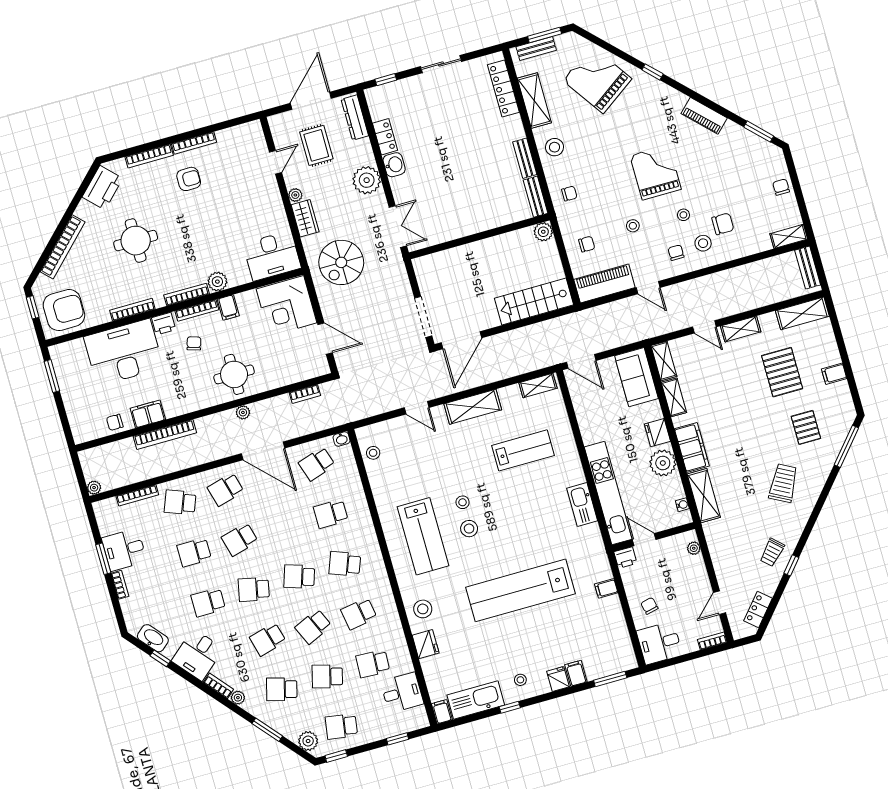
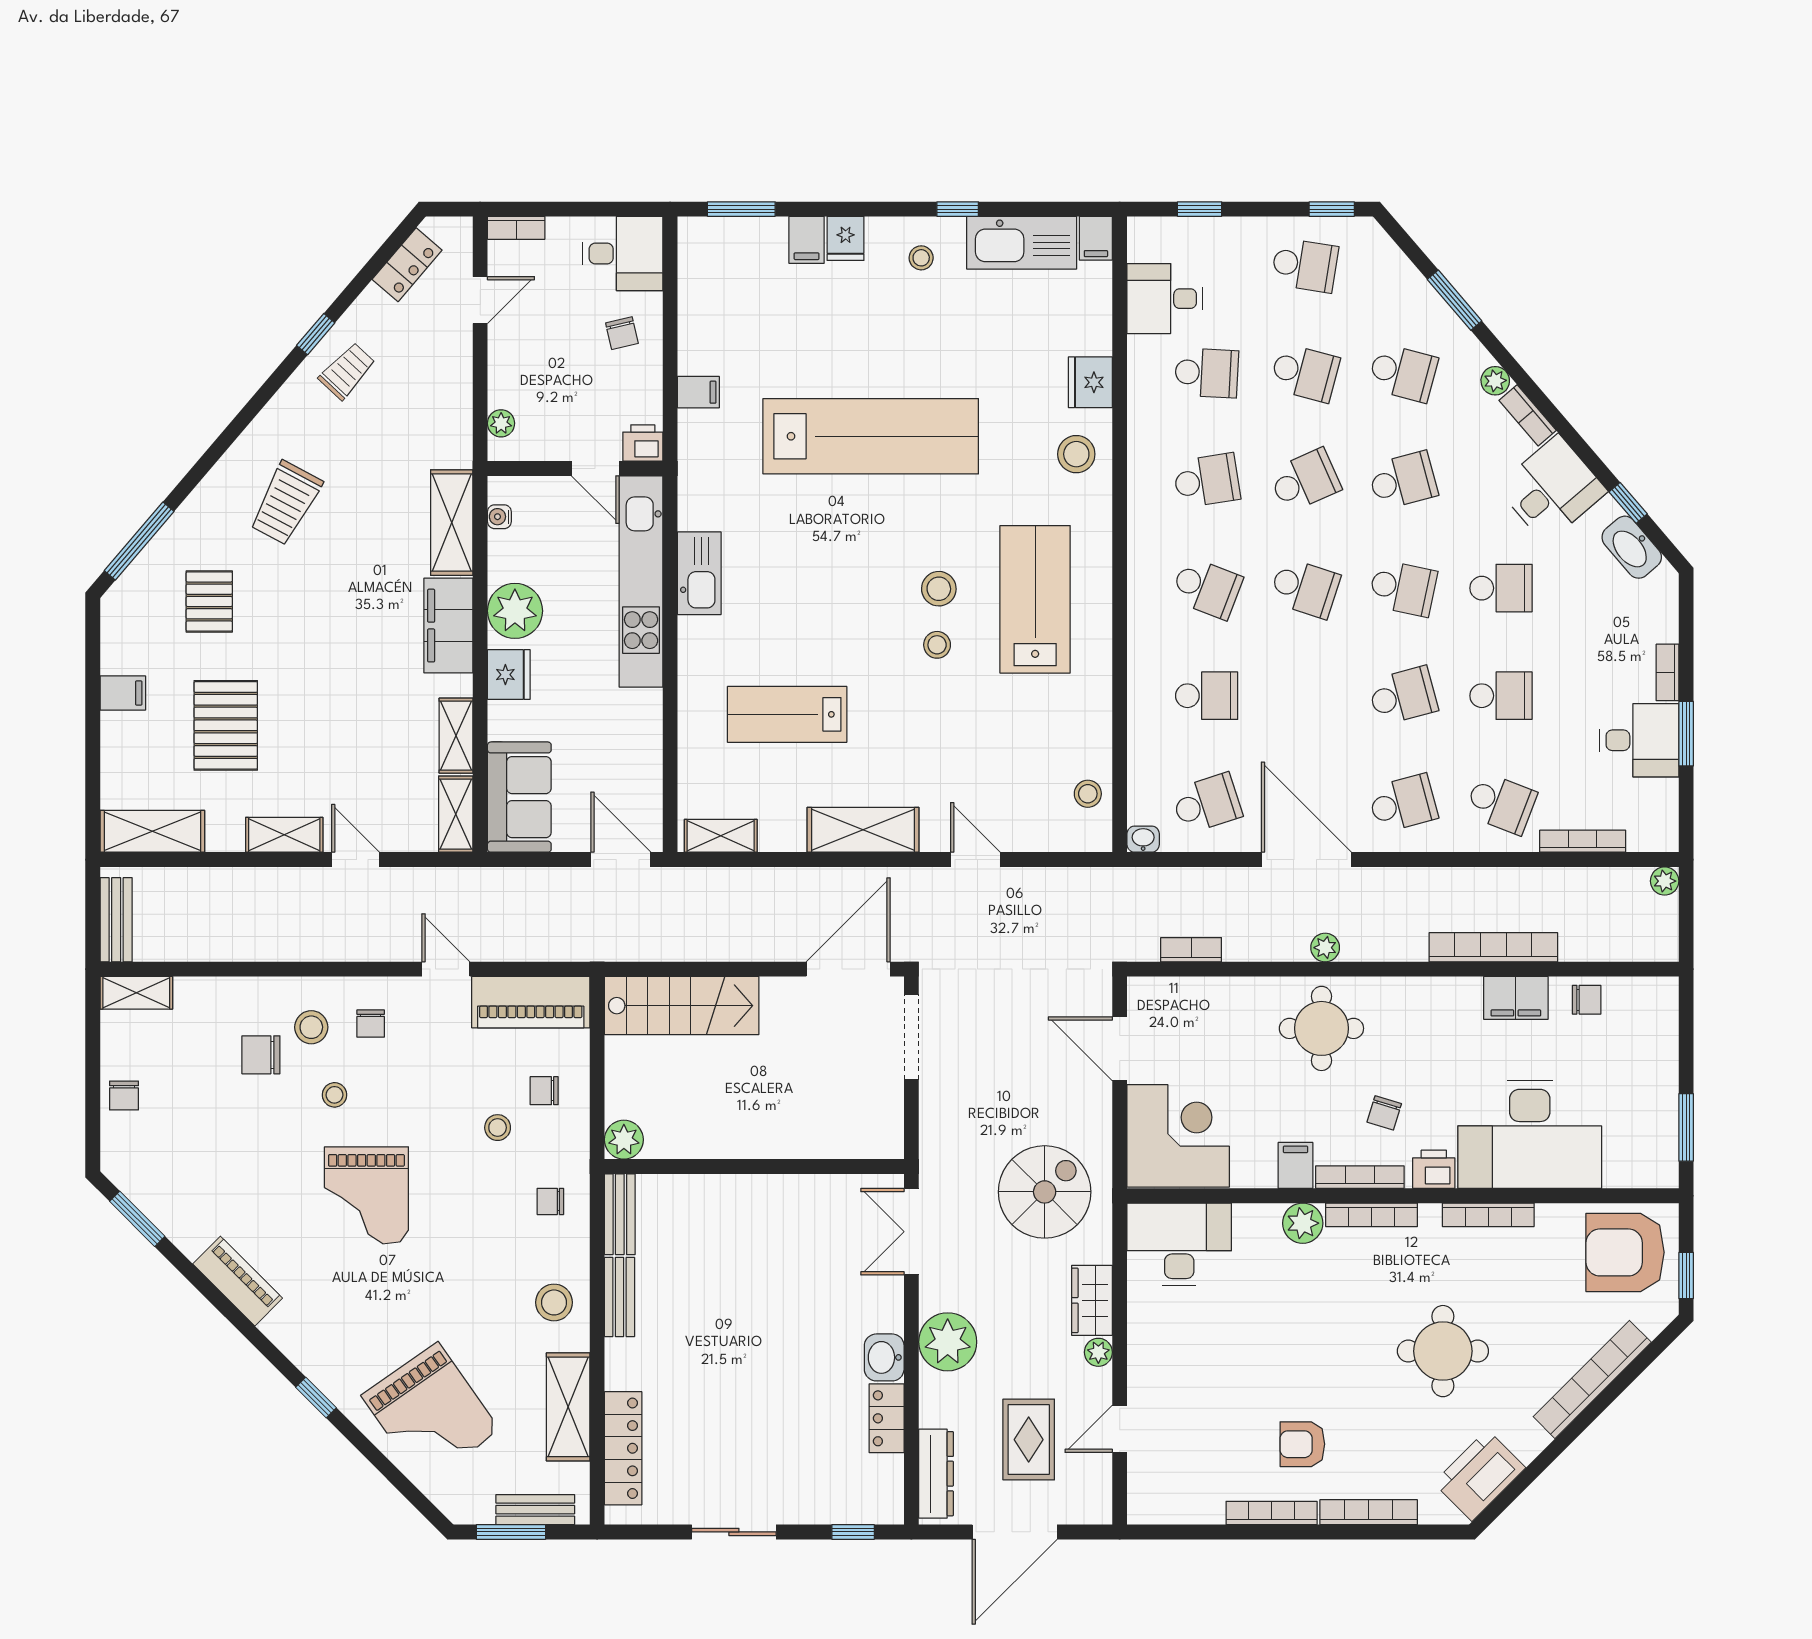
stool: (633, 226) -> (498, 1128), moved
plant: (308, 741) -> (1379, 255), removed

